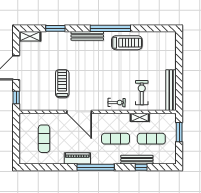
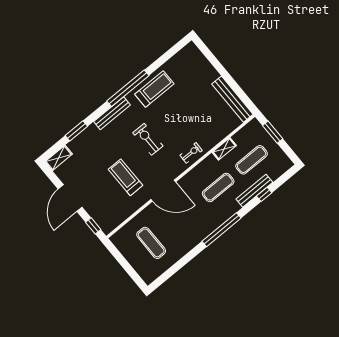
exercise bike: (142, 93) -> (148, 139), moved
piano: (77, 158) -> (198, 236), removed

